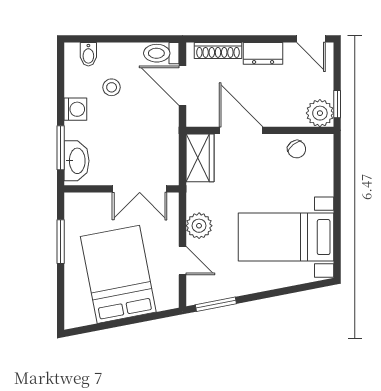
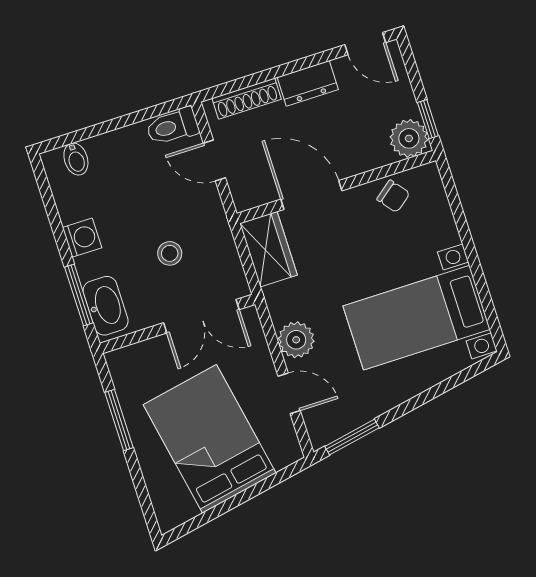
door: (182, 86) -> (214, 160), width x0.73
stool: (112, 87) -> (170, 253), moved

